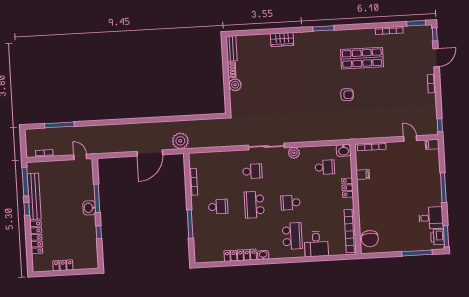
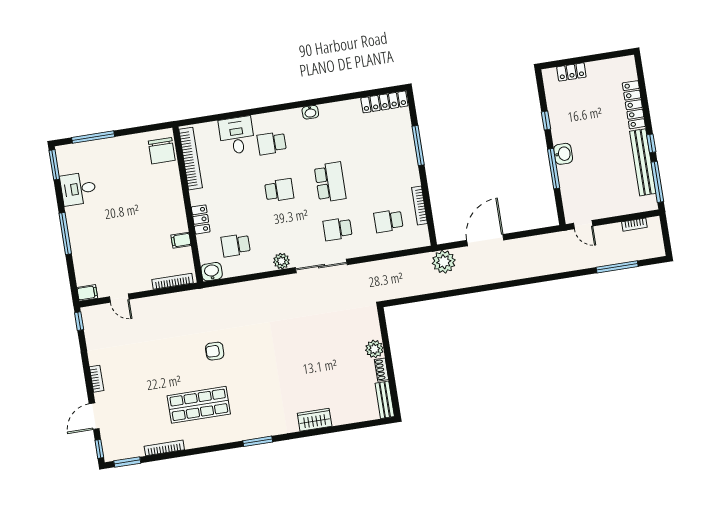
school desk: (218, 207) -> (388, 221), moved
school desk: (292, 236) -> (272, 143), width x0.54
printer: (438, 237) -> (66, 163), removed
chair: (370, 239) -> (162, 151), turned 180
locker: (240, 255) -> (384, 102), moved
locker: (63, 265) -> (571, 72), moved

